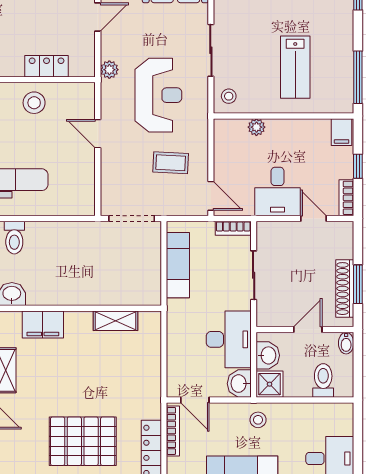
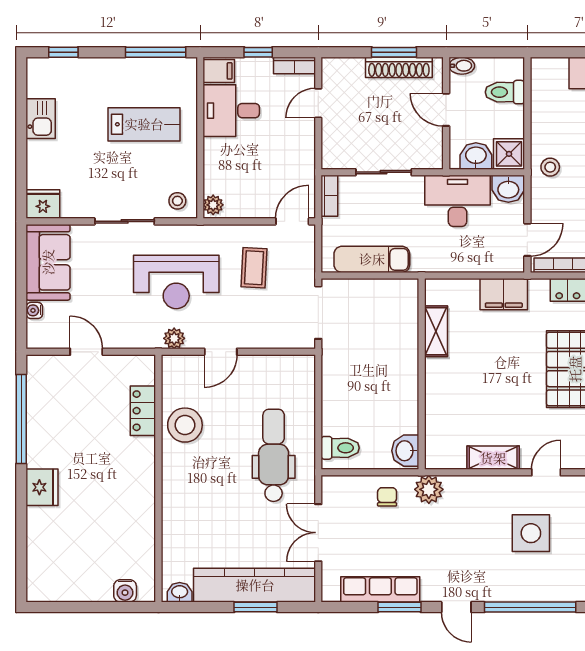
plant: (109, 70) -> (174, 338), moved
reception desk: (158, 95) -> (176, 282), turned 180
stool: (34, 103) -> (185, 425), width x1.38, depth x1.38
plant: (256, 127) -> (213, 205), moved
desk: (278, 192) -> (231, 111), moved, turned 180
filing cabinet: (43, 324) -> (504, 294), moved, turned 90

